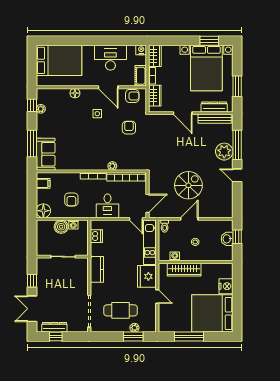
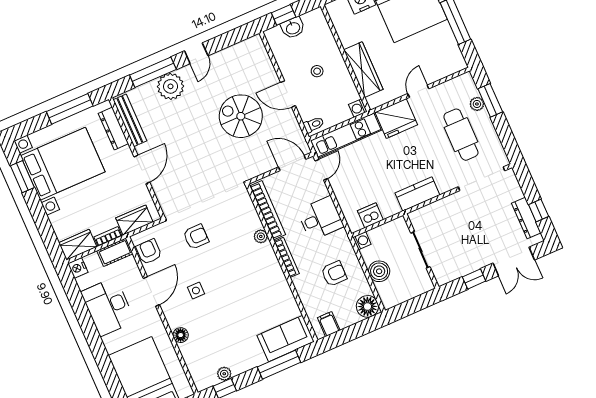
window: (237, 86) -> (70, 109), width x1.44
armchair: (129, 128) -> (196, 237), turned 180
washing machine: (73, 224) -> (362, 241), moved
washing machine: (175, 256) -> (358, 108), moved

